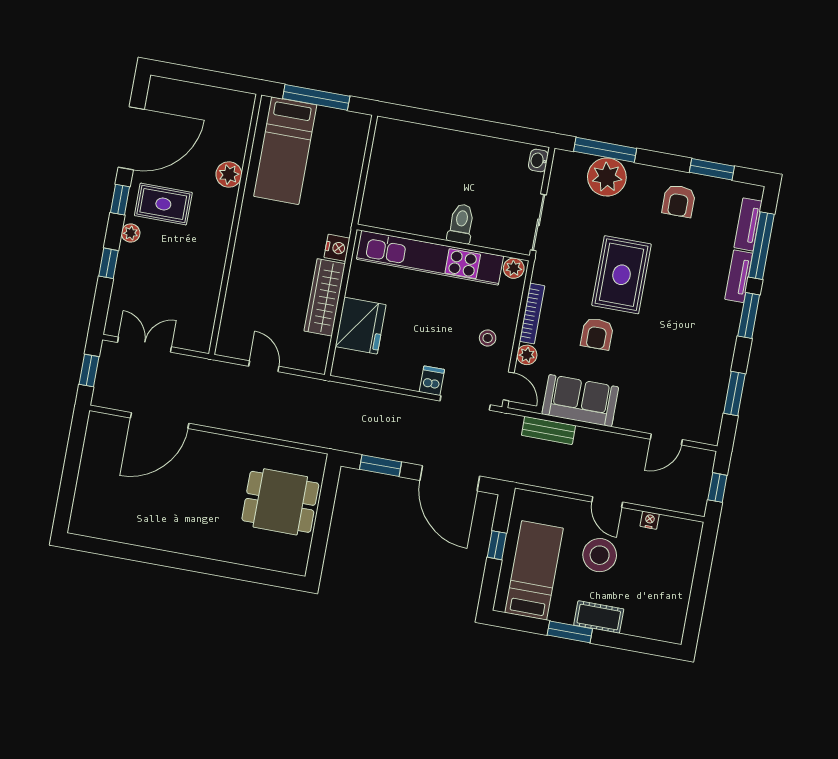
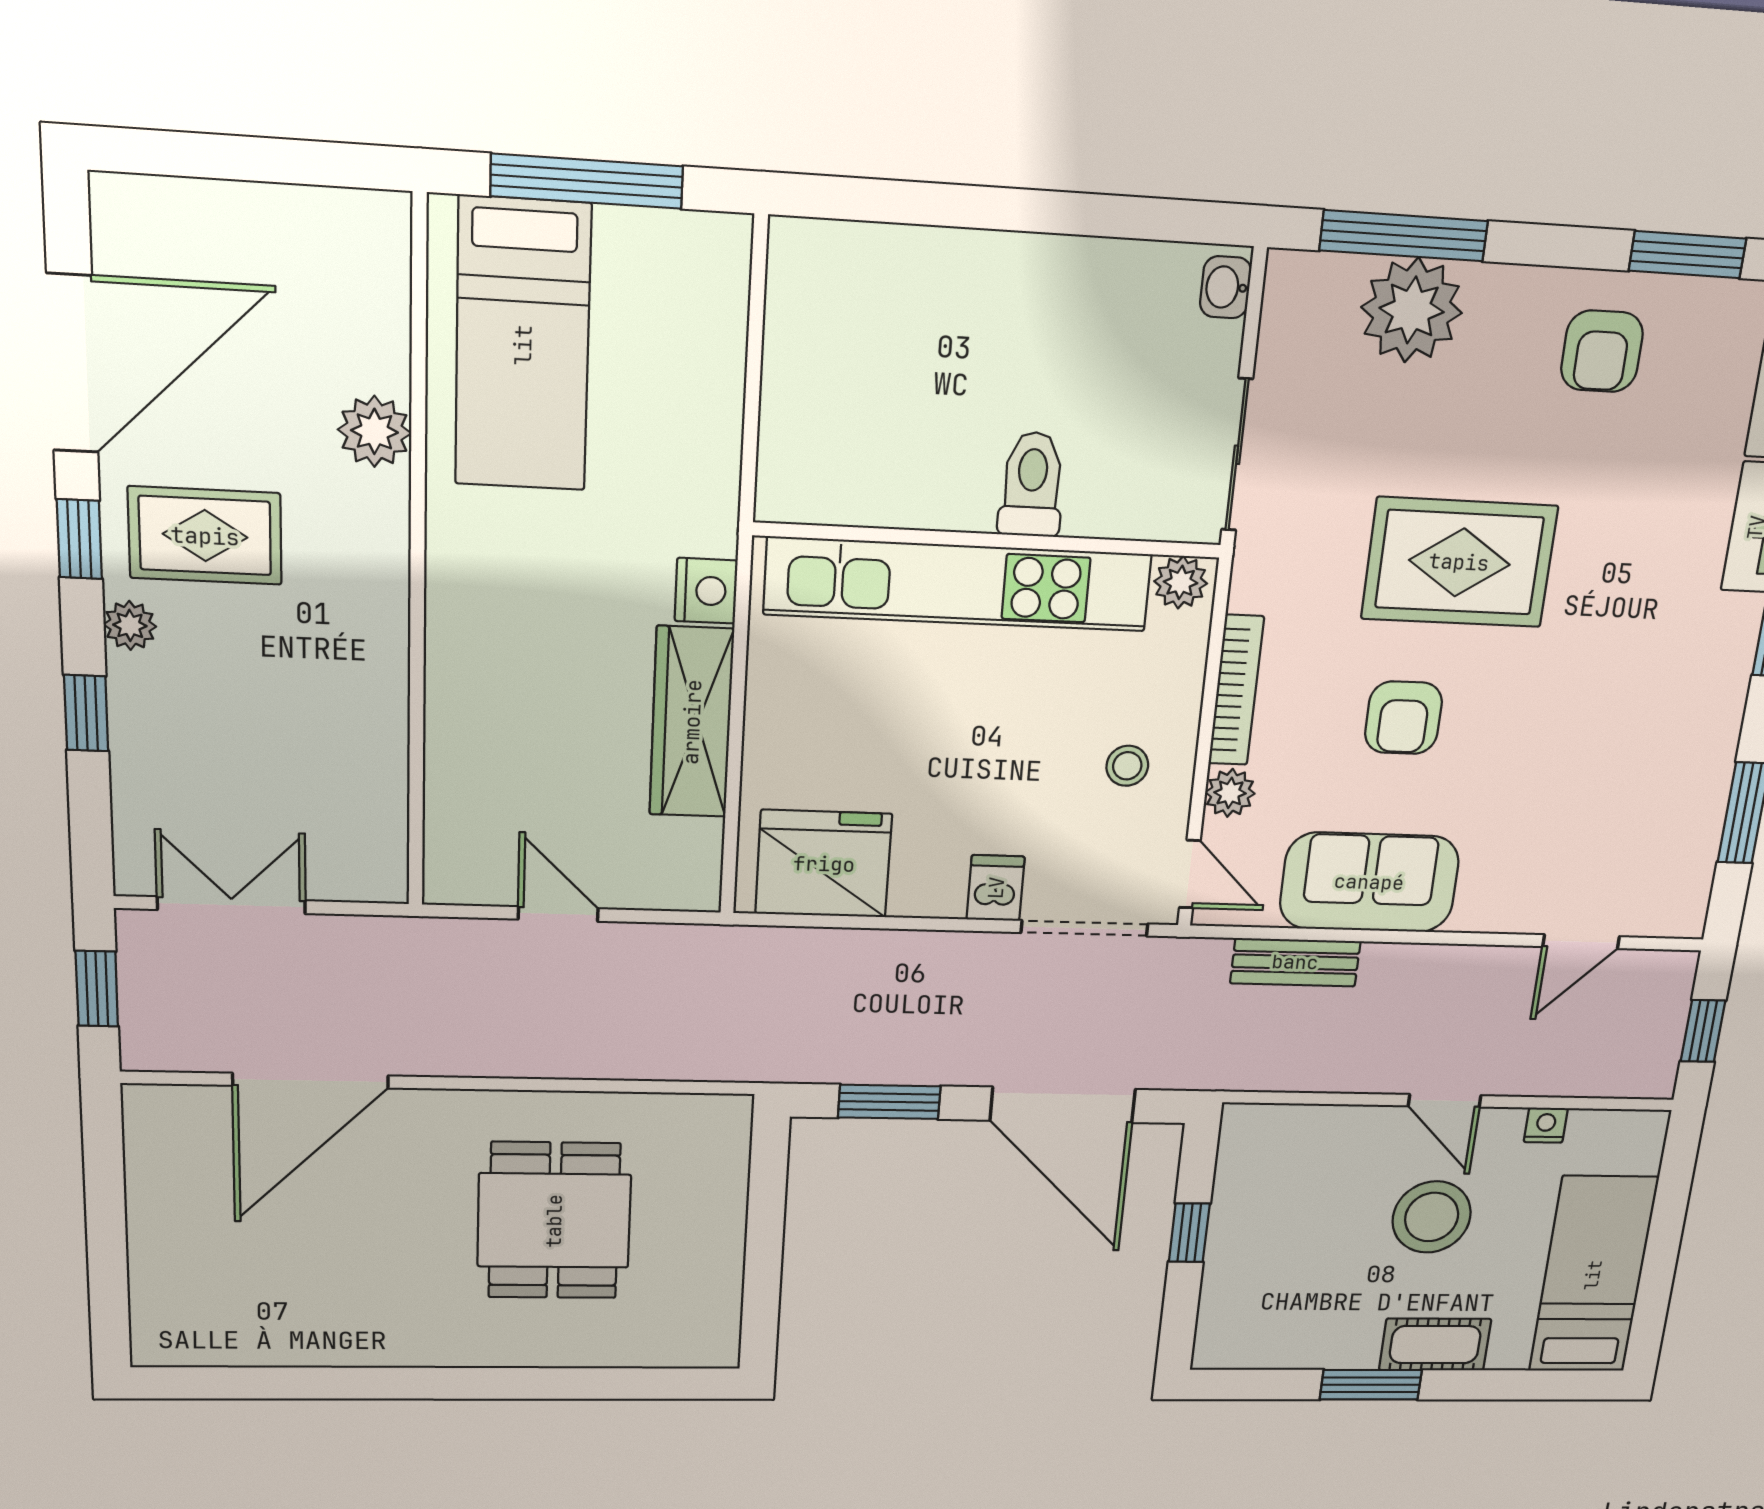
rug: (621, 275) -> (1459, 562), turned 90
fridge: (361, 326) -> (824, 864), moved, turned -90
dining table: (280, 502) -> (554, 1221), moved, turned 90
bed: (534, 570) -> (1593, 1275), moved

